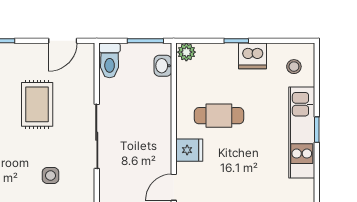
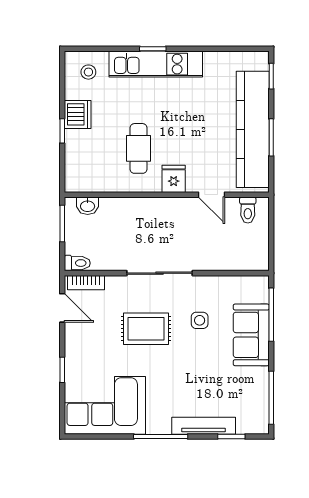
plant: (186, 52) -> (74, 182), removed
toilet: (110, 60) -> (77, 263), width x0.73, depth x0.72
bookcase: (87, 64) -> (86, 283), added
rug: (37, 104) -> (146, 329), moved

